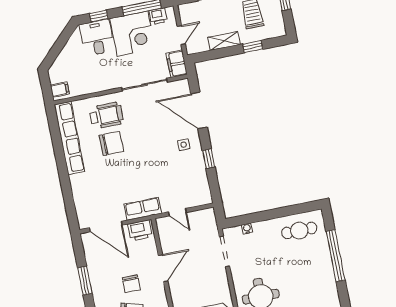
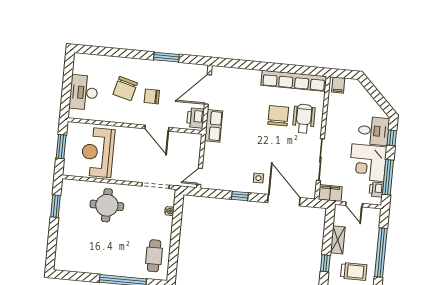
door: (199, 111) -> (284, 200), hinge flipped
wheelchair: (106, 115) -> (304, 119), turned 180
chair: (111, 143) -> (278, 116), turned 180
door: (177, 212) -> (200, 176), moved

